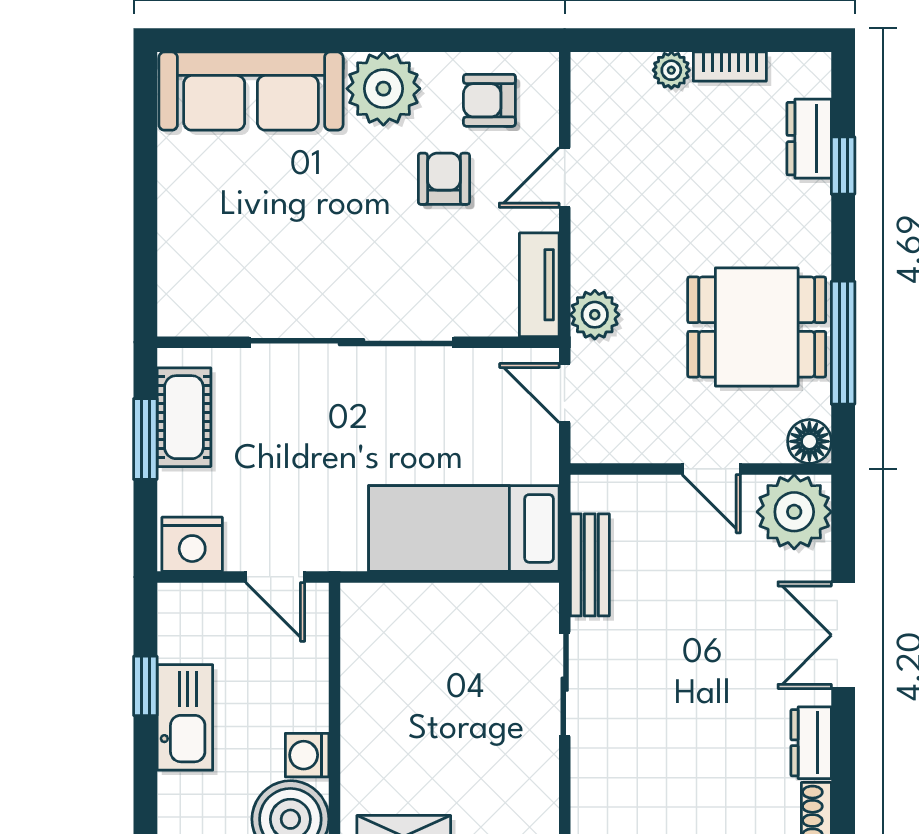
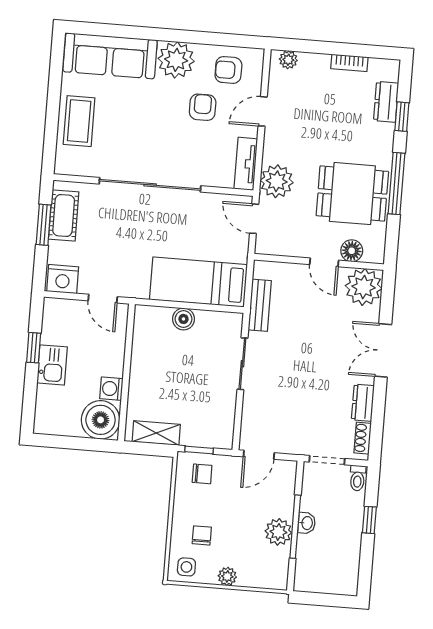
plant: (671, 70) -> (288, 60), moved
coffee table: (200, 226) -> (79, 121), added
plant: (595, 315) -> (277, 181), width x1.36, depth x1.36
window: (843, 343) -> (396, 184), moved
floor lamp: (809, 441) -> (352, 251), moved
boiler: (440, 604) -> (183, 319), added
kitchen sink: (185, 717) -> (52, 365), width x0.73

